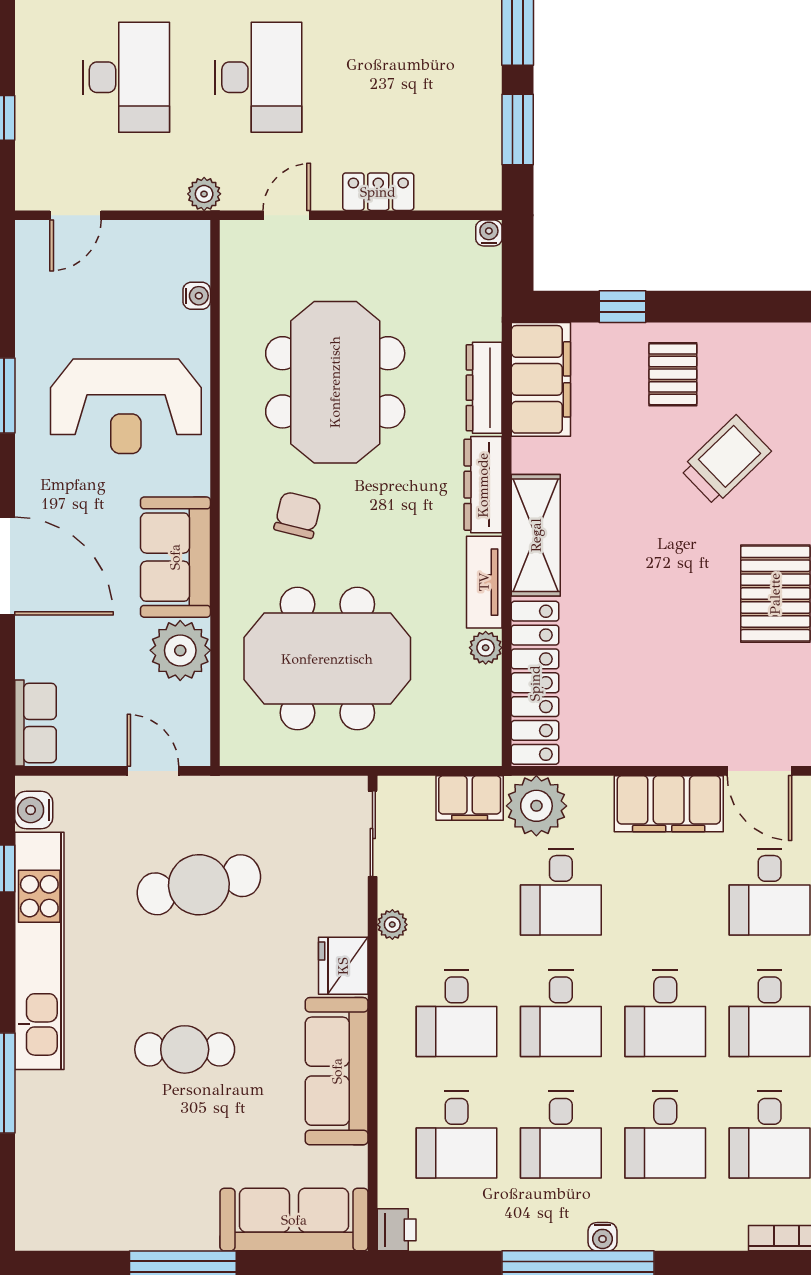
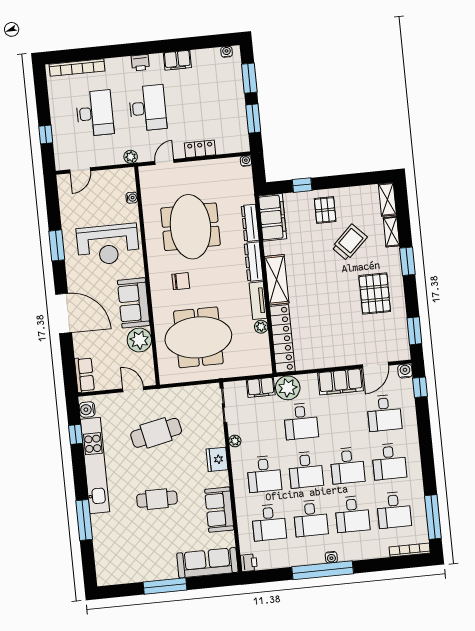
chair: (298, 515) -> (181, 281), turned 76
door: (760, 771) -> (375, 365), hinge flipped
sofa: (337, 1071) -> (219, 510), width x0.73

